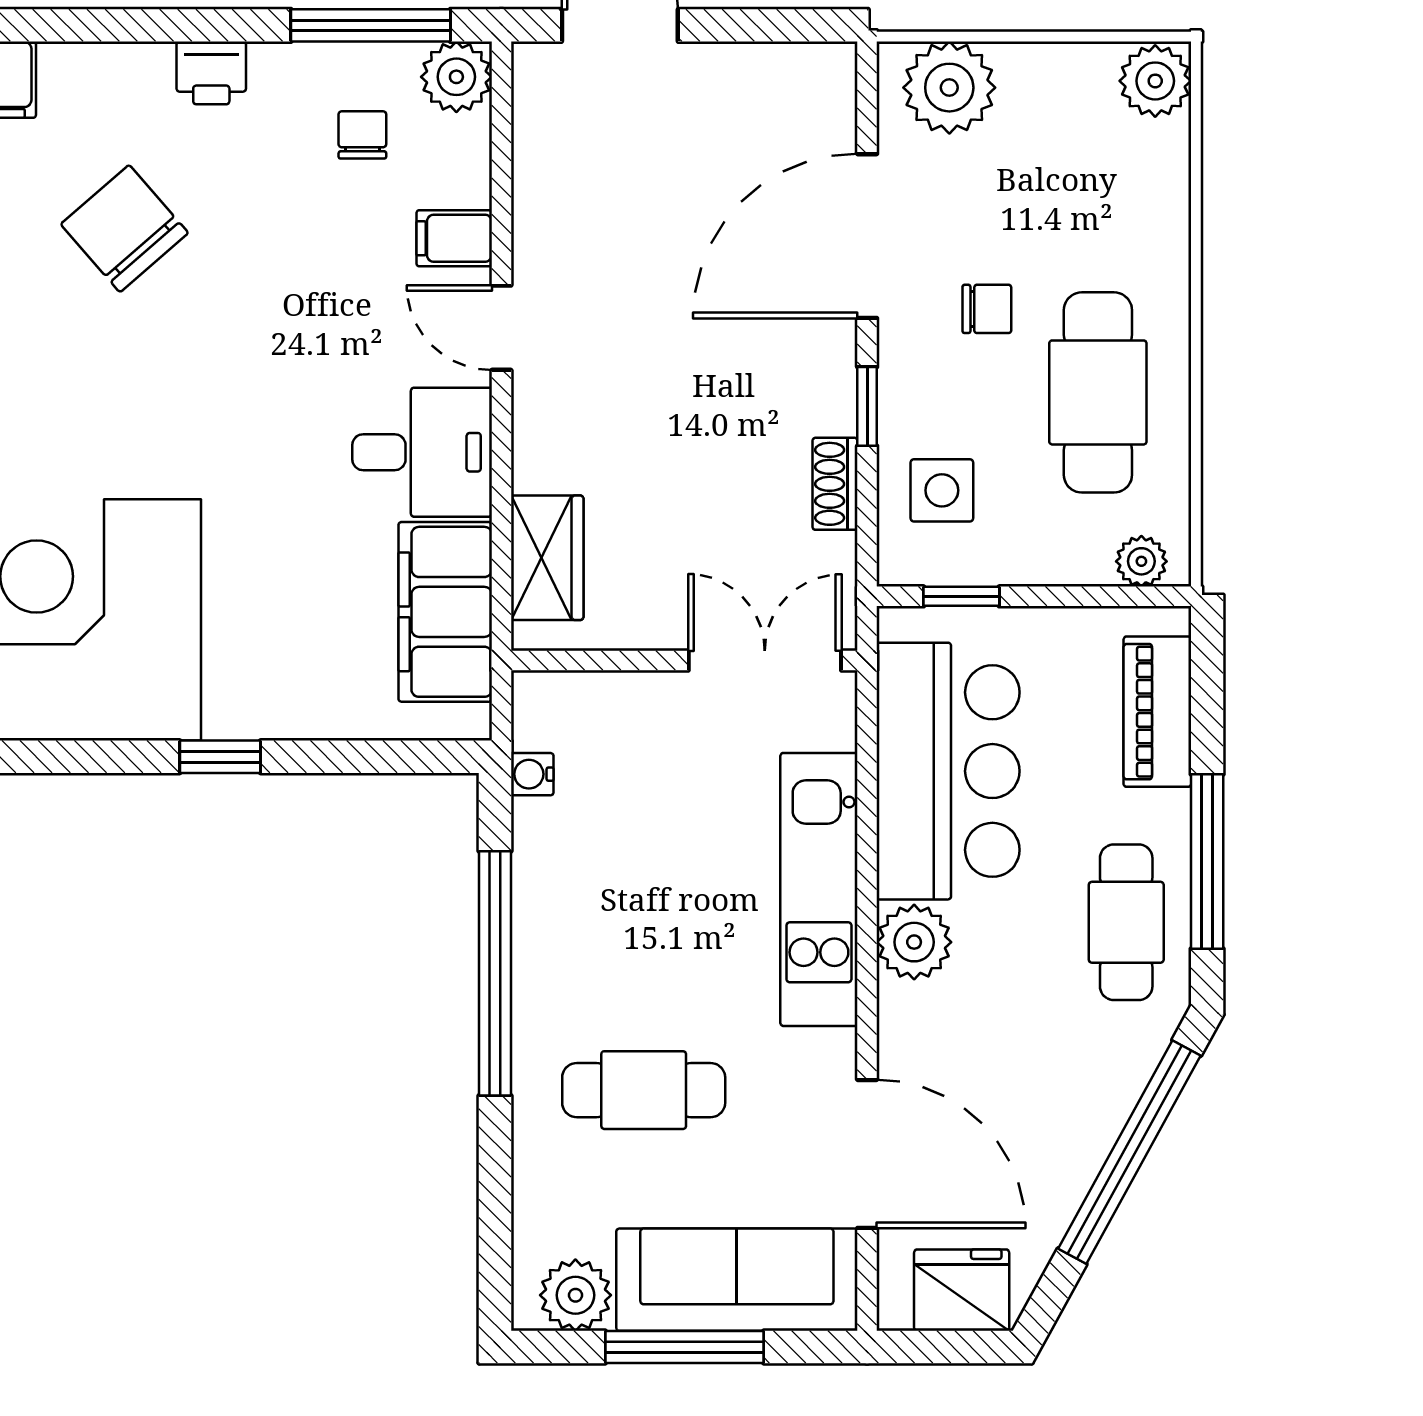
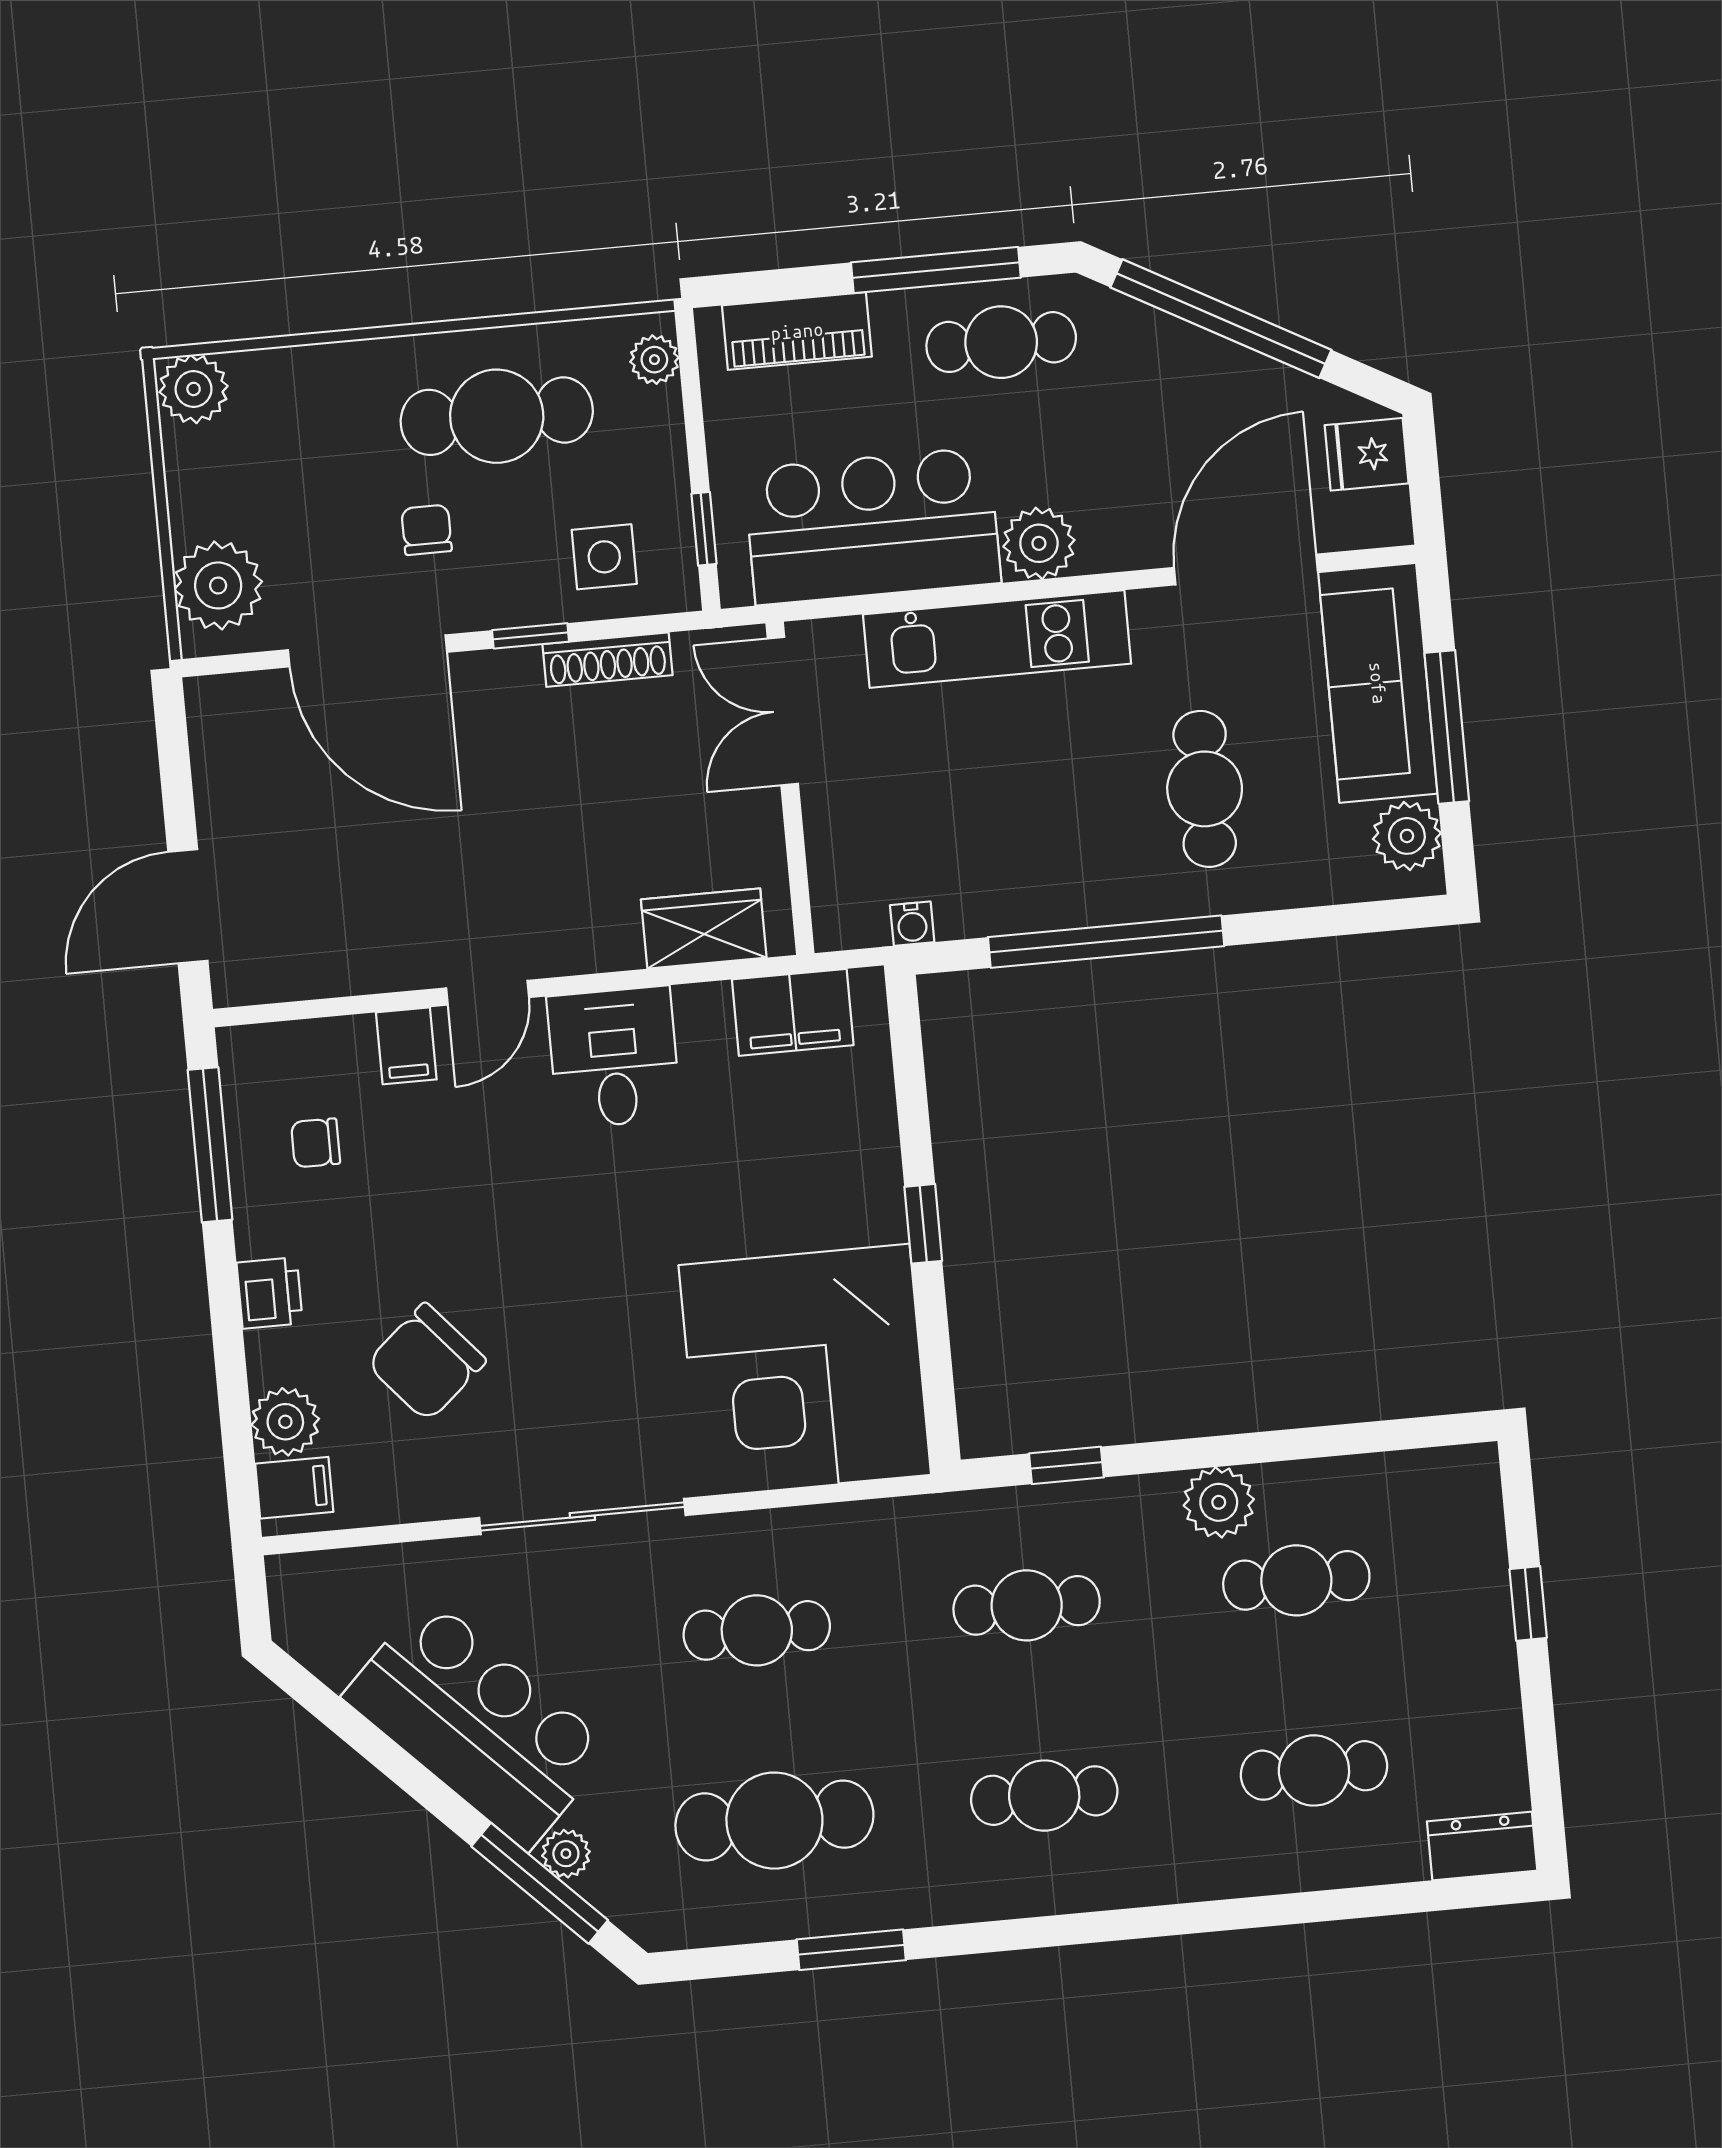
plant: (456, 77) -> (285, 1422), moved
shoe rack: (835, 484) -> (607, 660), width x1.43
filing cabinet: (445, 612) -> (793, 1012), width x0.67, depth x0.86
fridge: (962, 1290) -> (1367, 454), width x0.72

